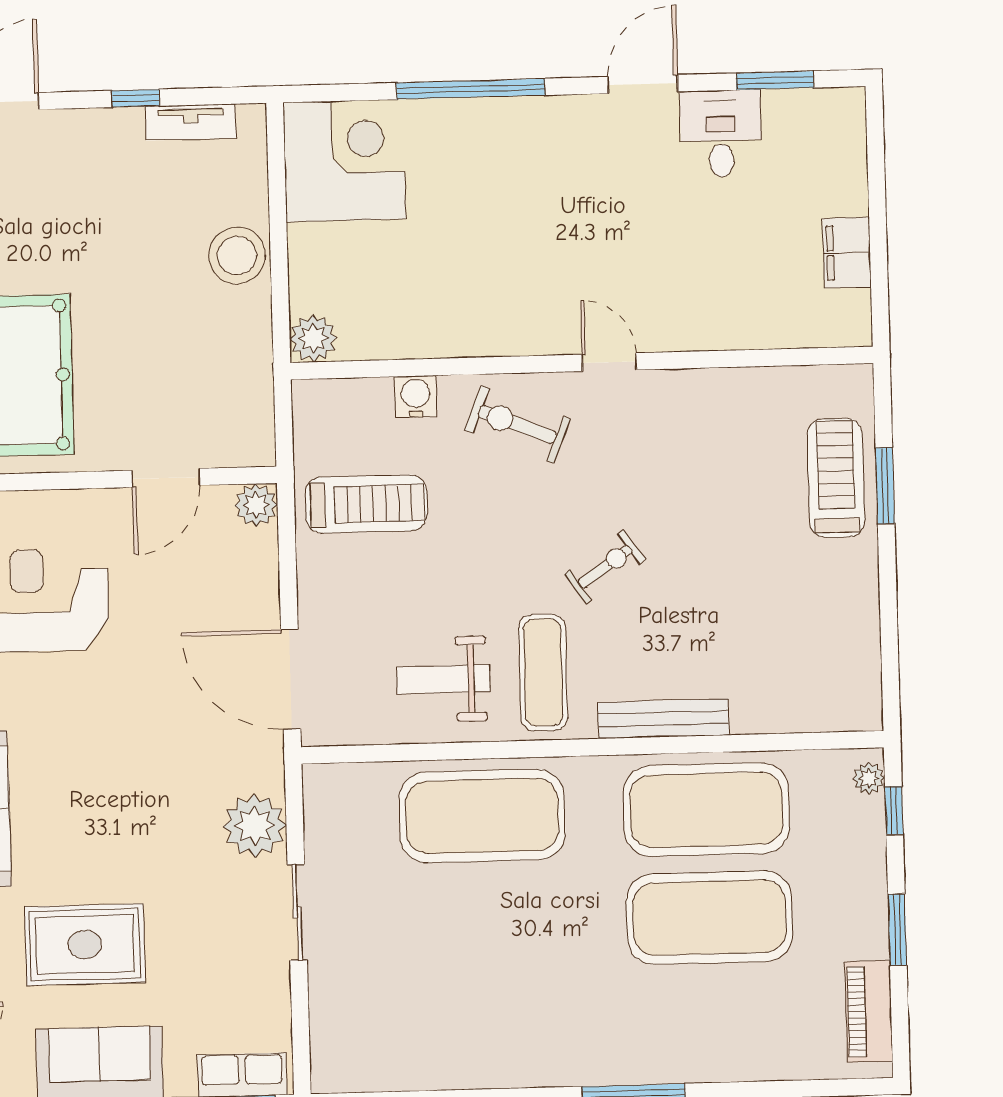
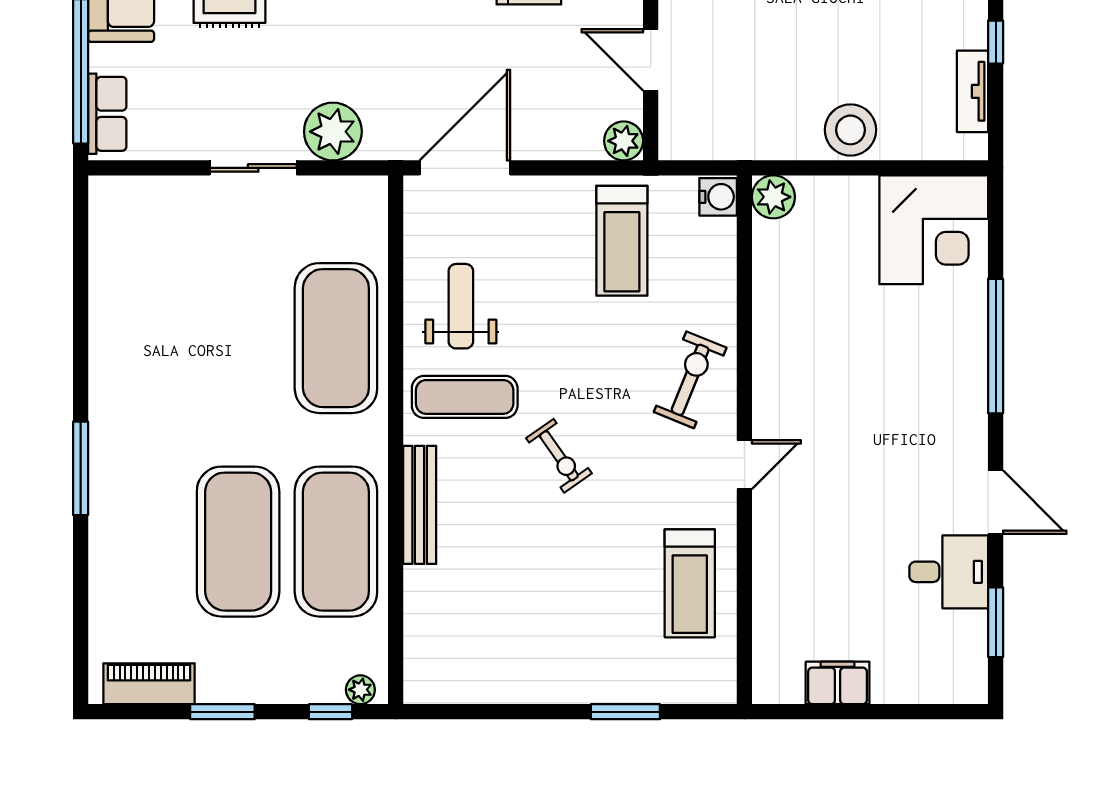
water cooler: (416, 397) -> (718, 197), moved
treadmill: (836, 478) -> (690, 583), moved, turned 90

